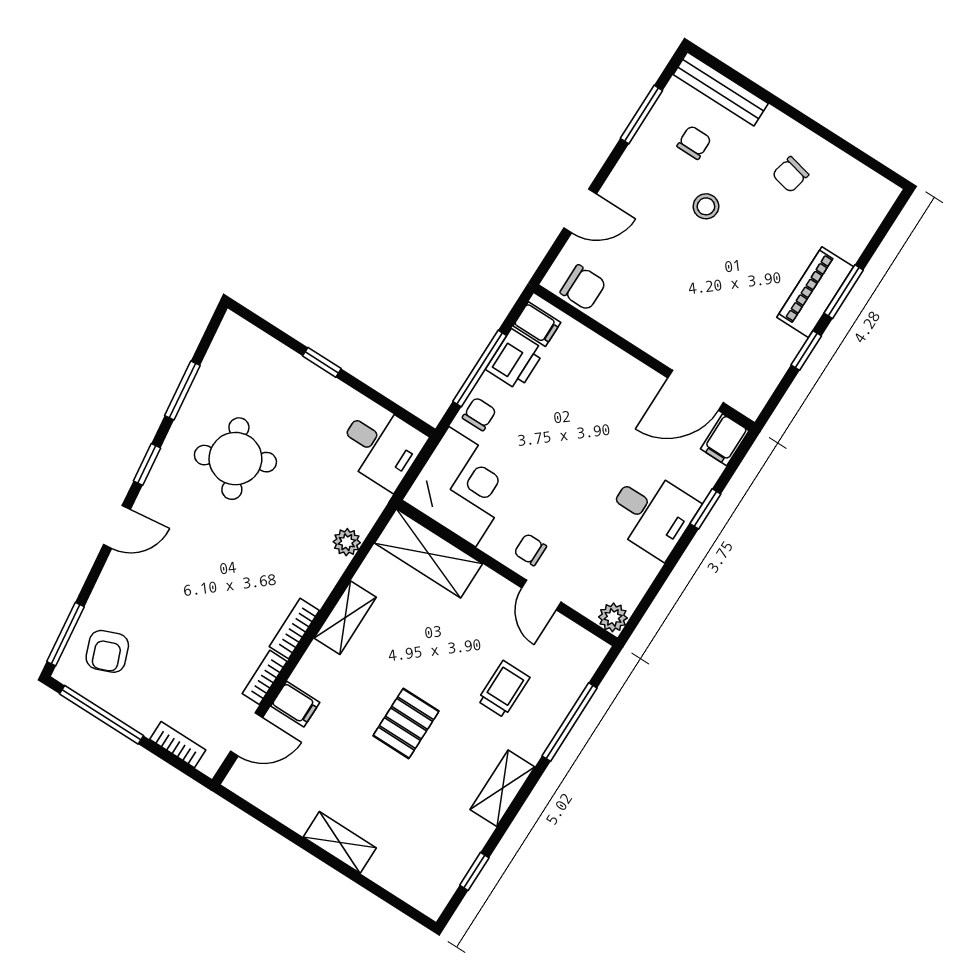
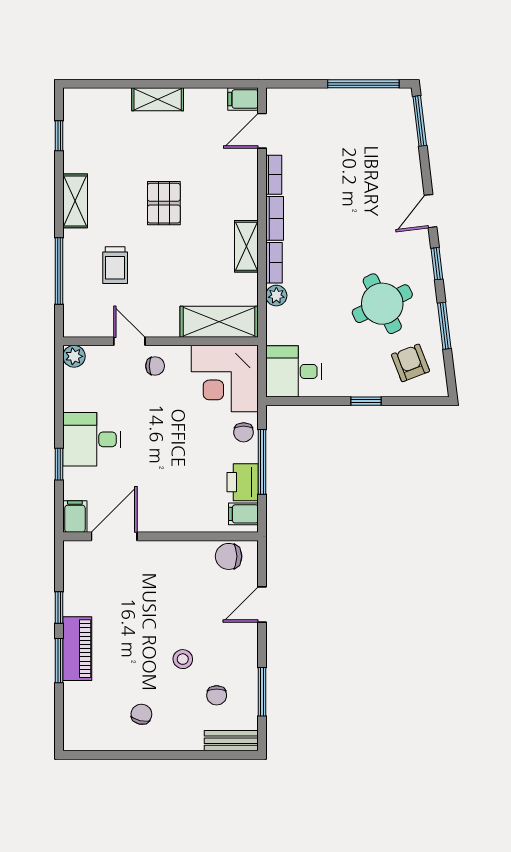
bench: (721, 89) -> (231, 741), width x0.73
armchair: (107, 651) -> (411, 363), moved
filing cabinet: (295, 704) -> (243, 99), moved
bookcase: (178, 745) -> (274, 263), moved, turned -90

